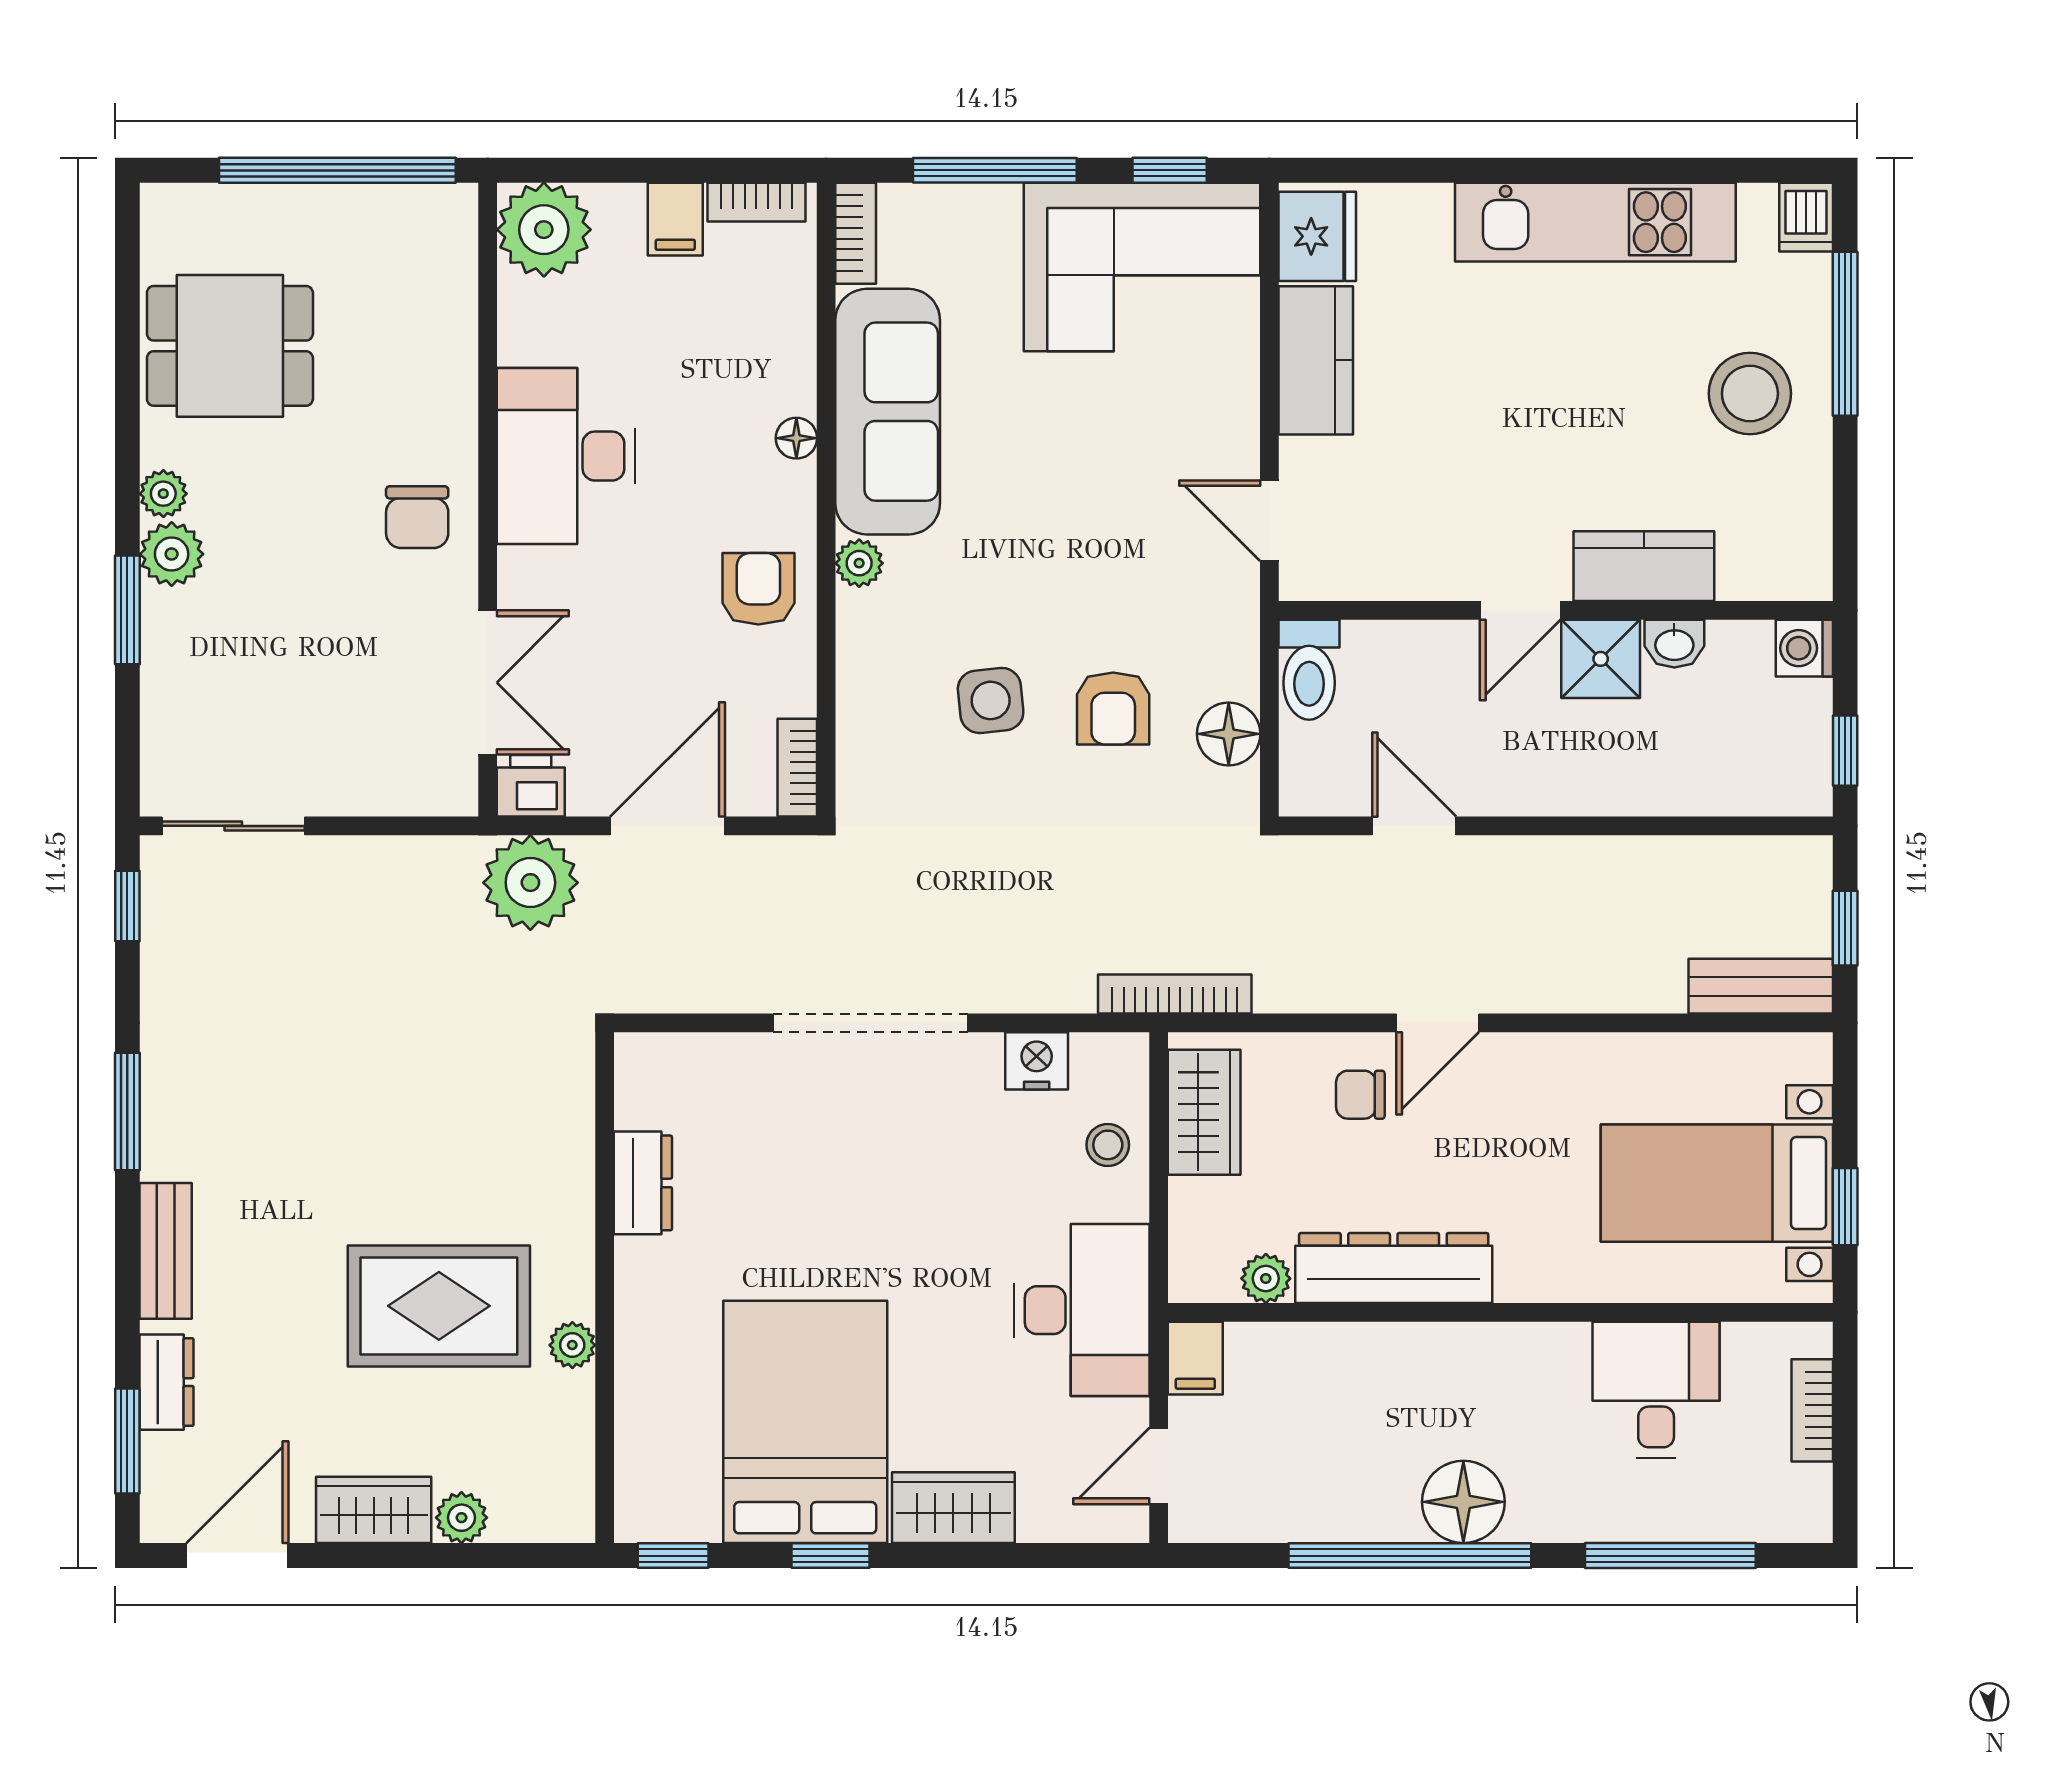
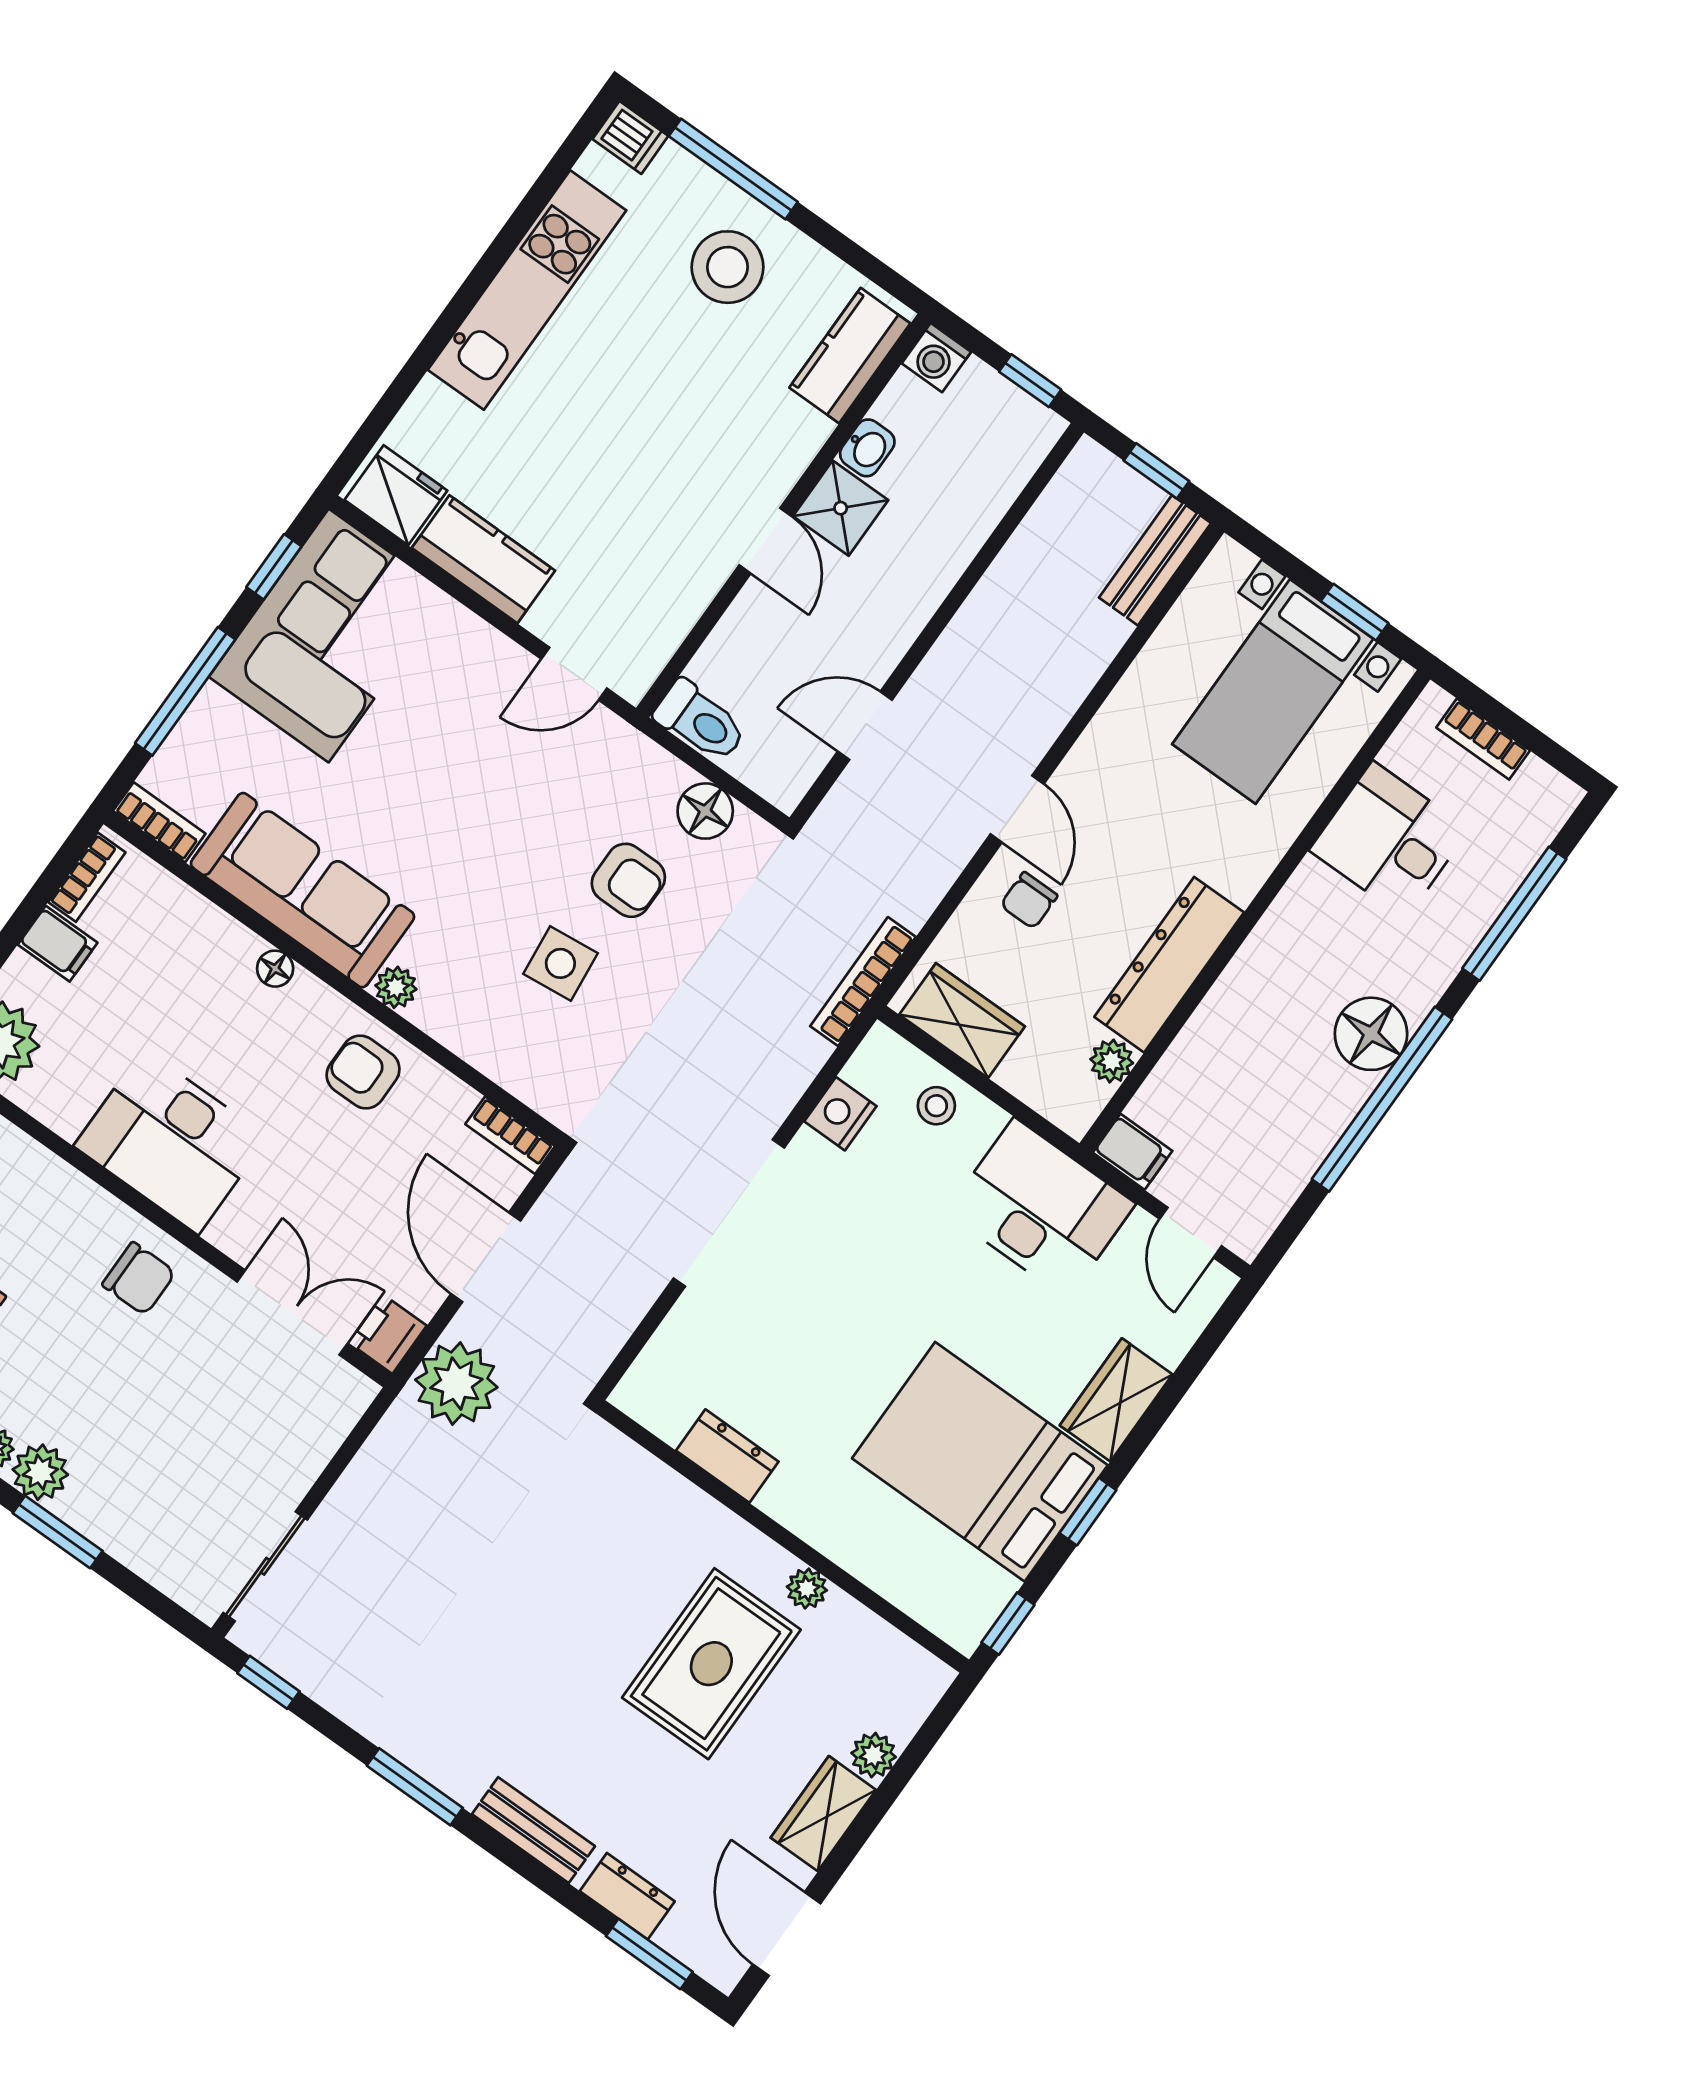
kitchen counter: (1644, 566) -> (850, 355), moved

